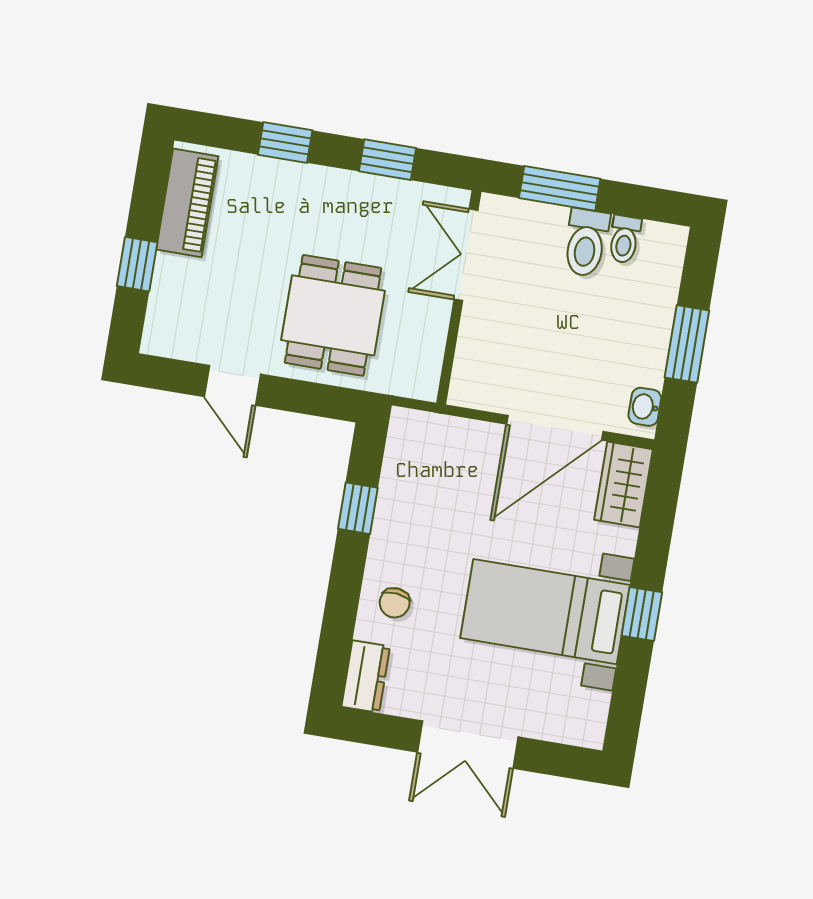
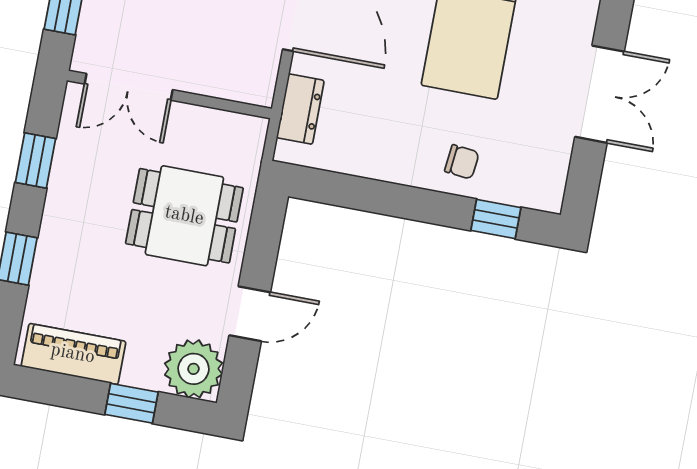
plant: (174, 328) -> (193, 369), added
window: (358, 508) -> (496, 219), moved
dresser: (366, 677) -> (300, 109), moved, turned 90

